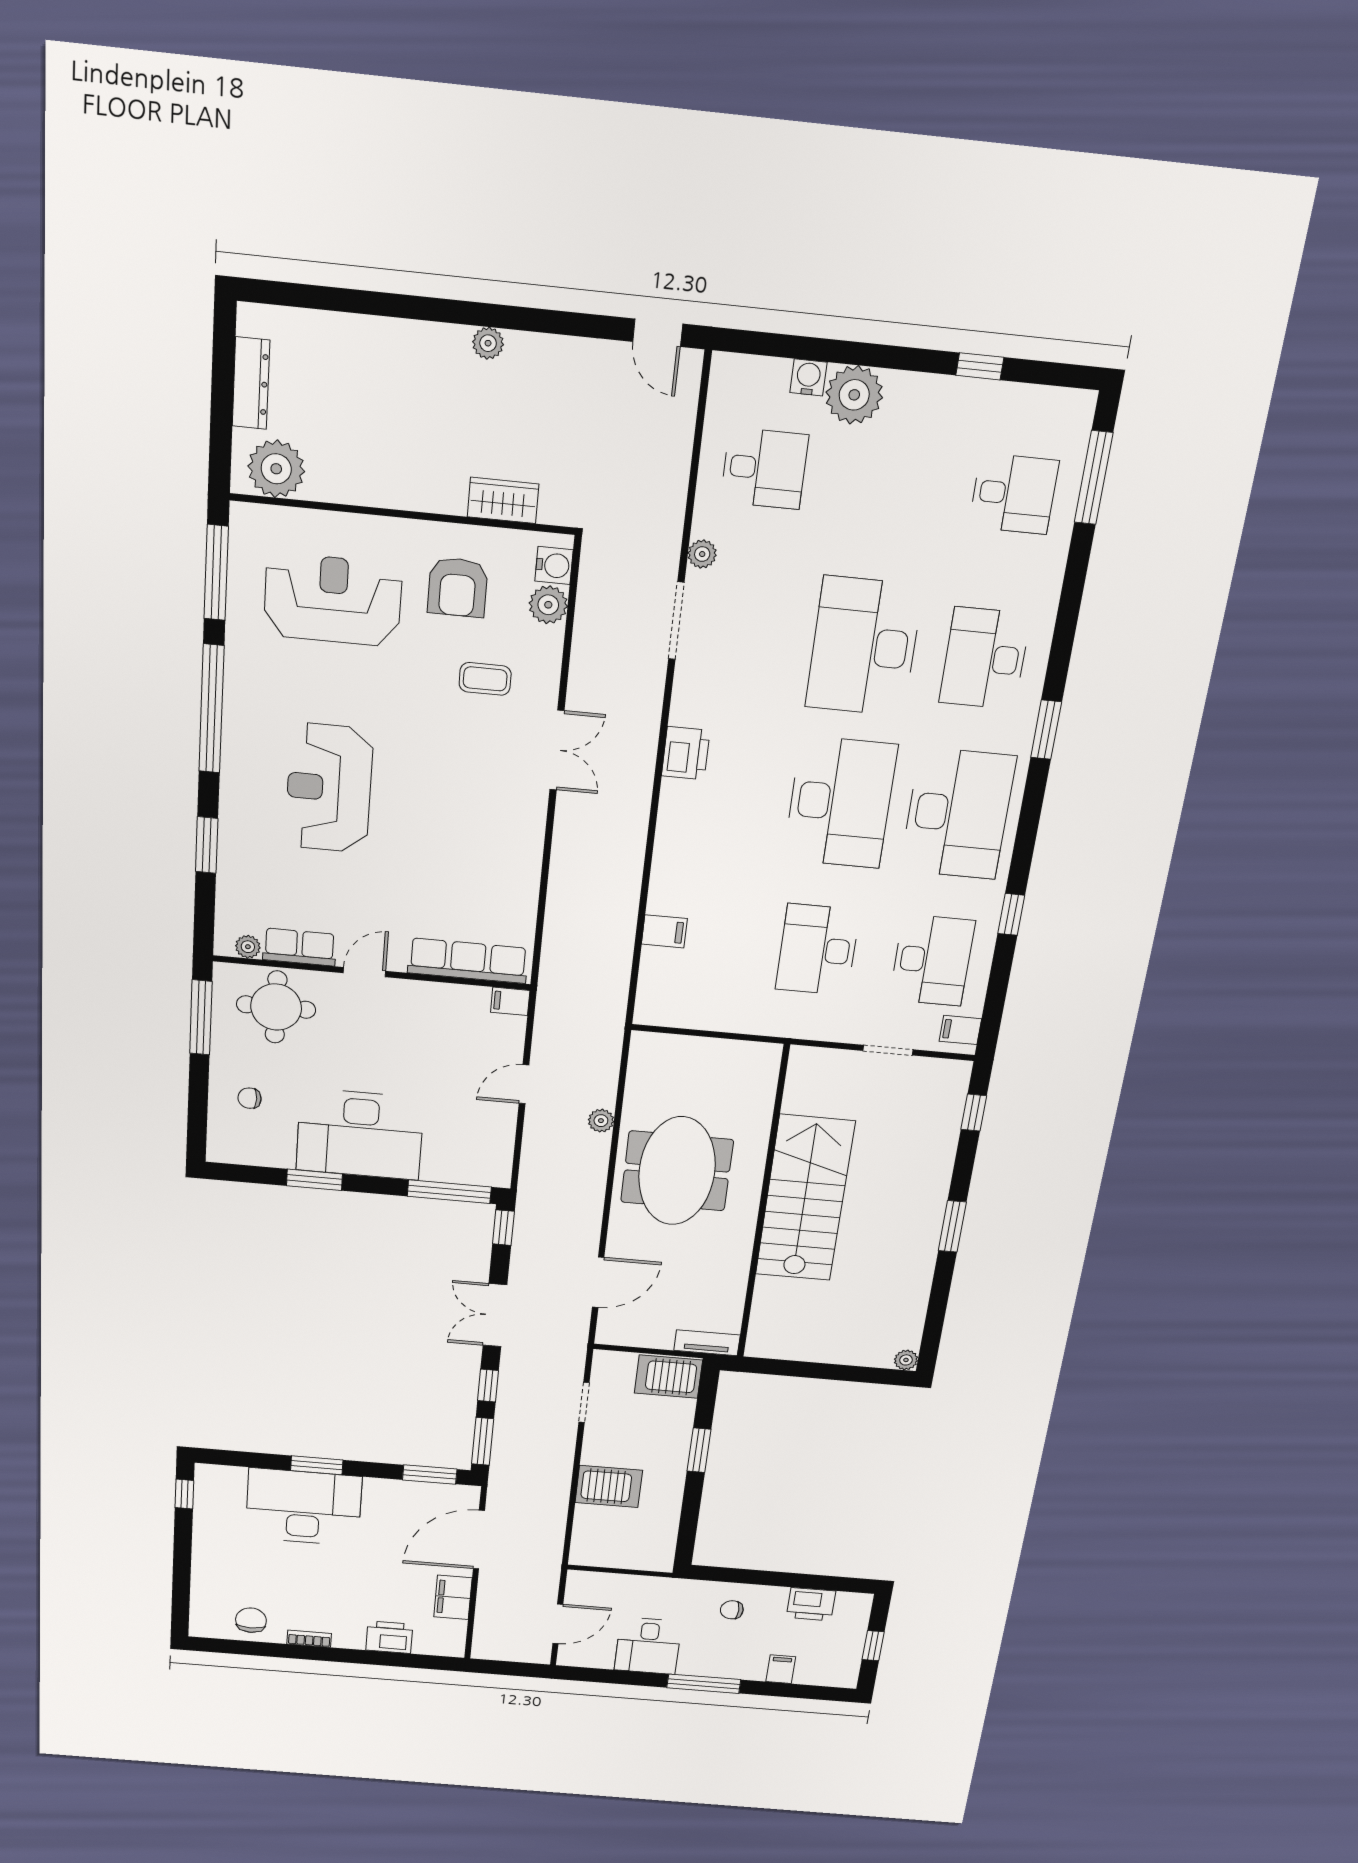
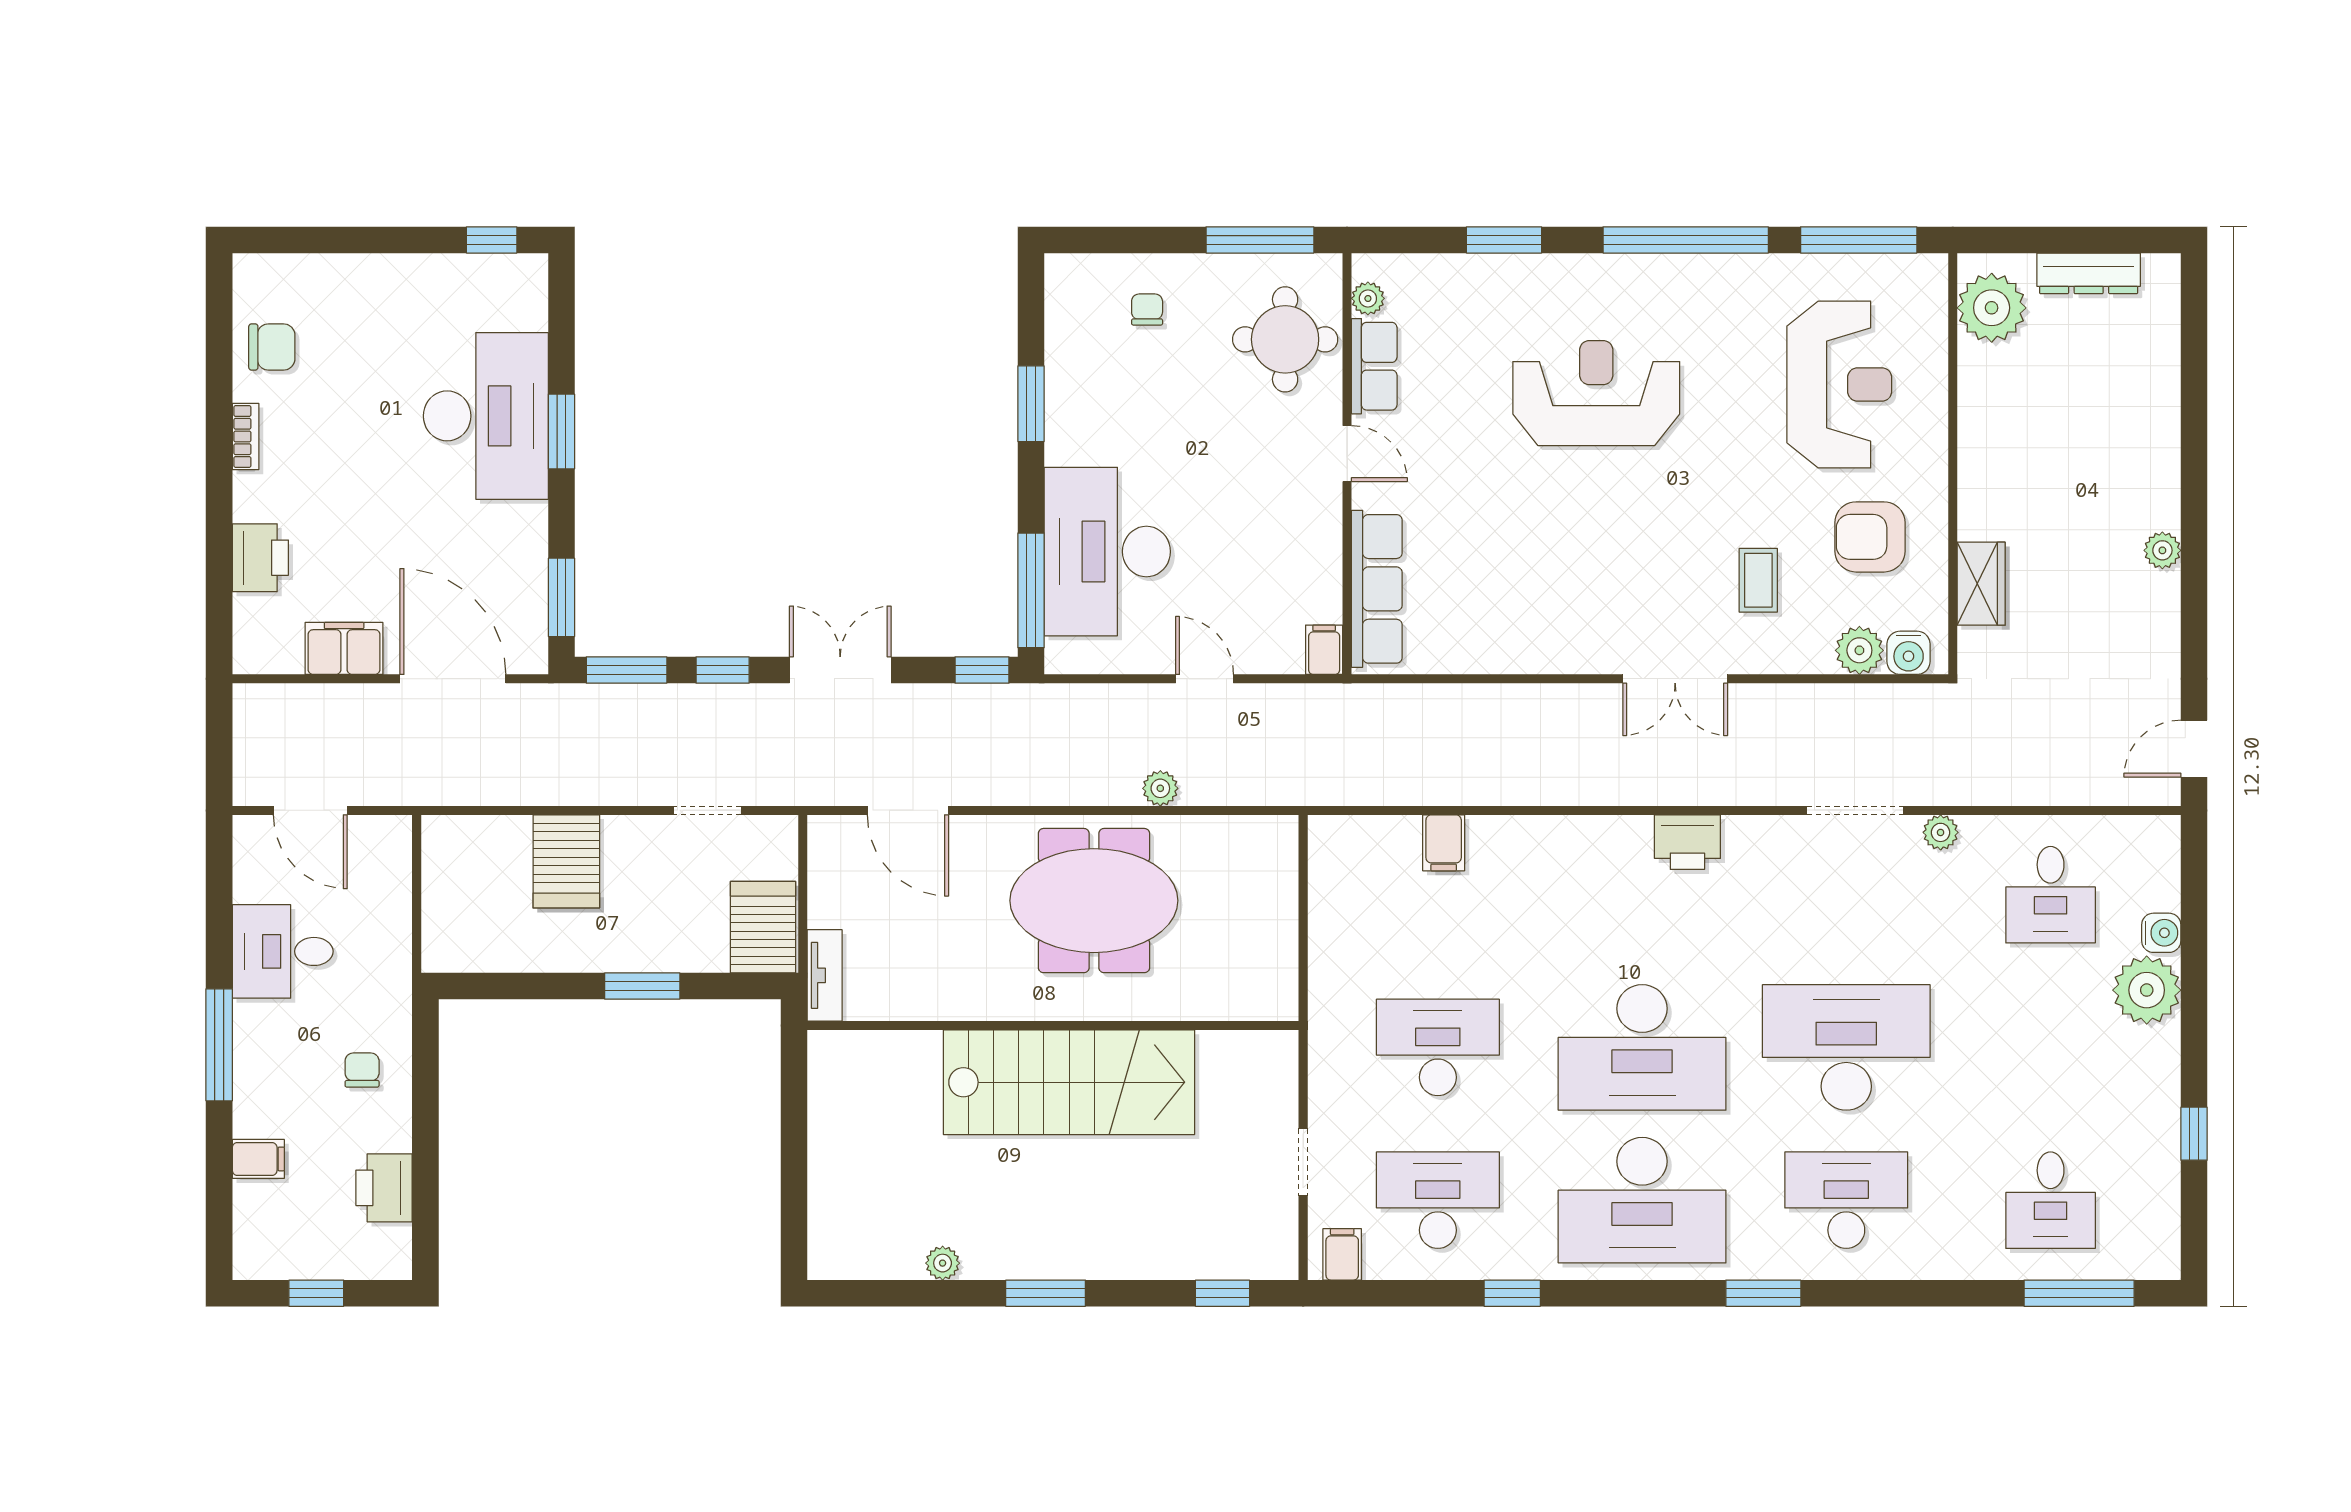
desk: (932, 960) -> (1438, 1200), turned 180
desk: (360, 1134) -> (1107, 552), moved
plant: (906, 1360) -> (943, 1263), moved

